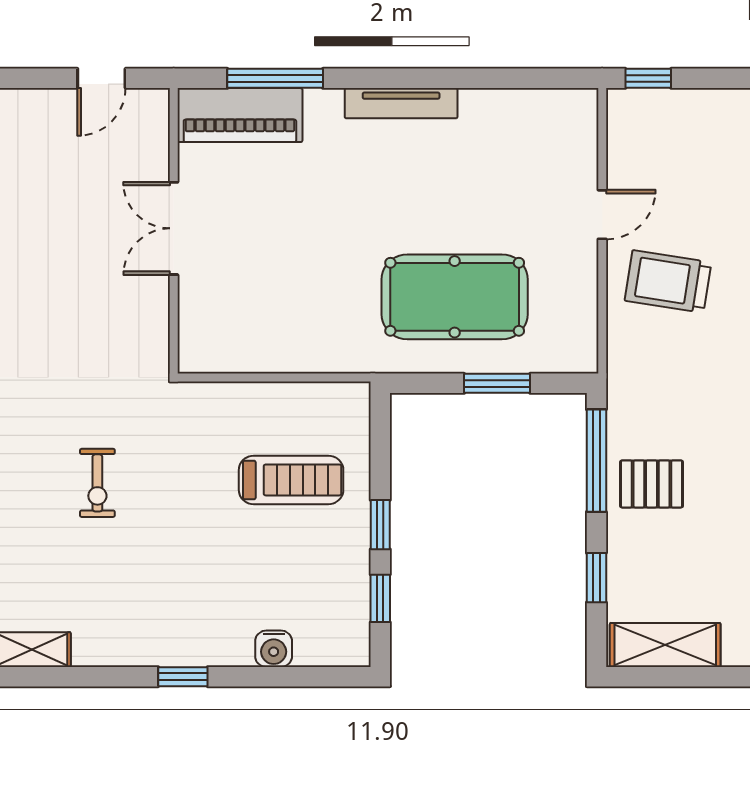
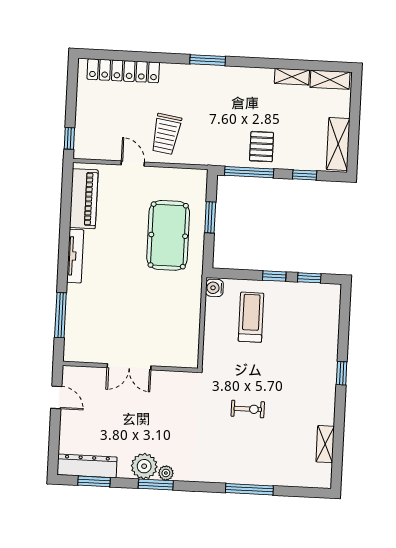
piano: (240, 115) -> (84, 199), moved
water cooler: (274, 649) -> (214, 288), moved, turned 180

